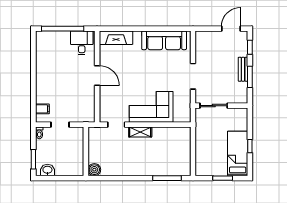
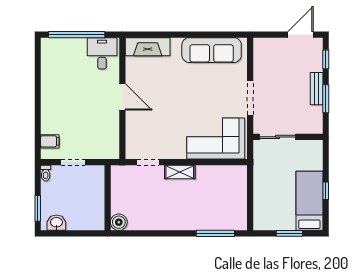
corner sofa: (151, 107) -> (216, 139), moved

